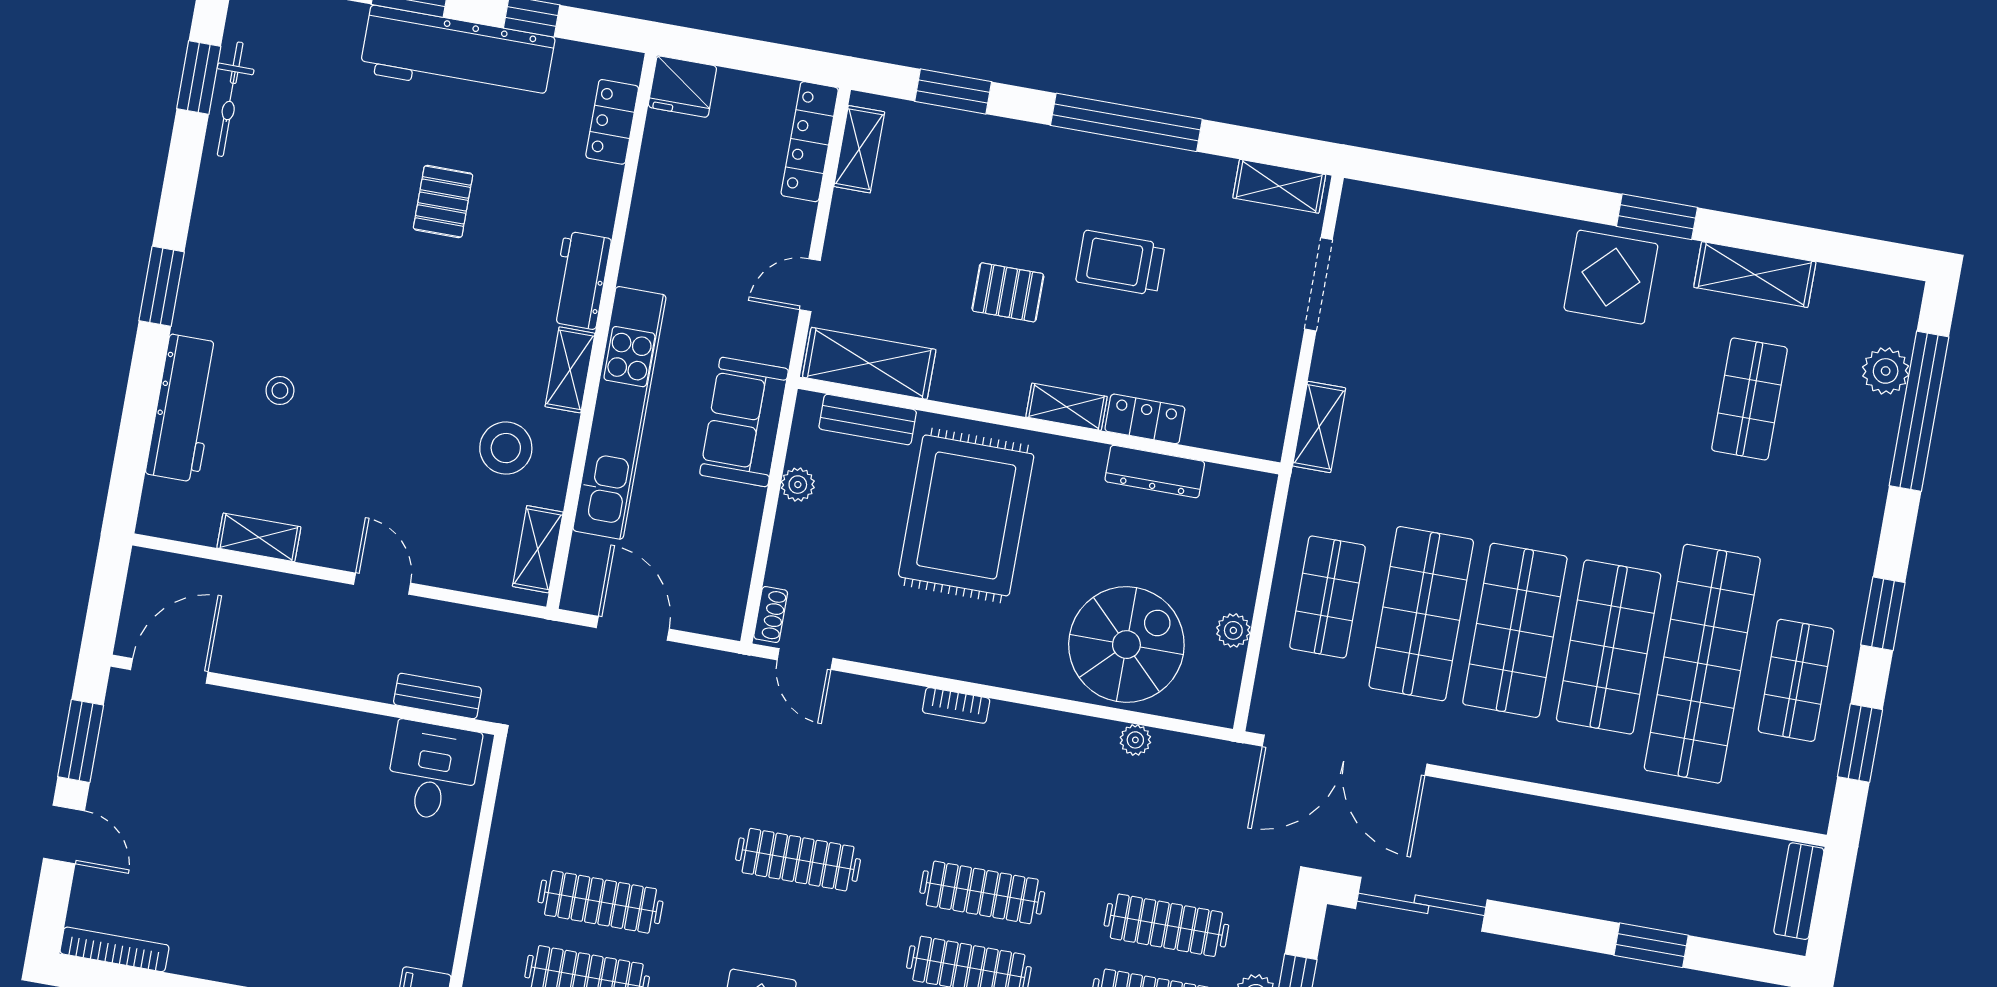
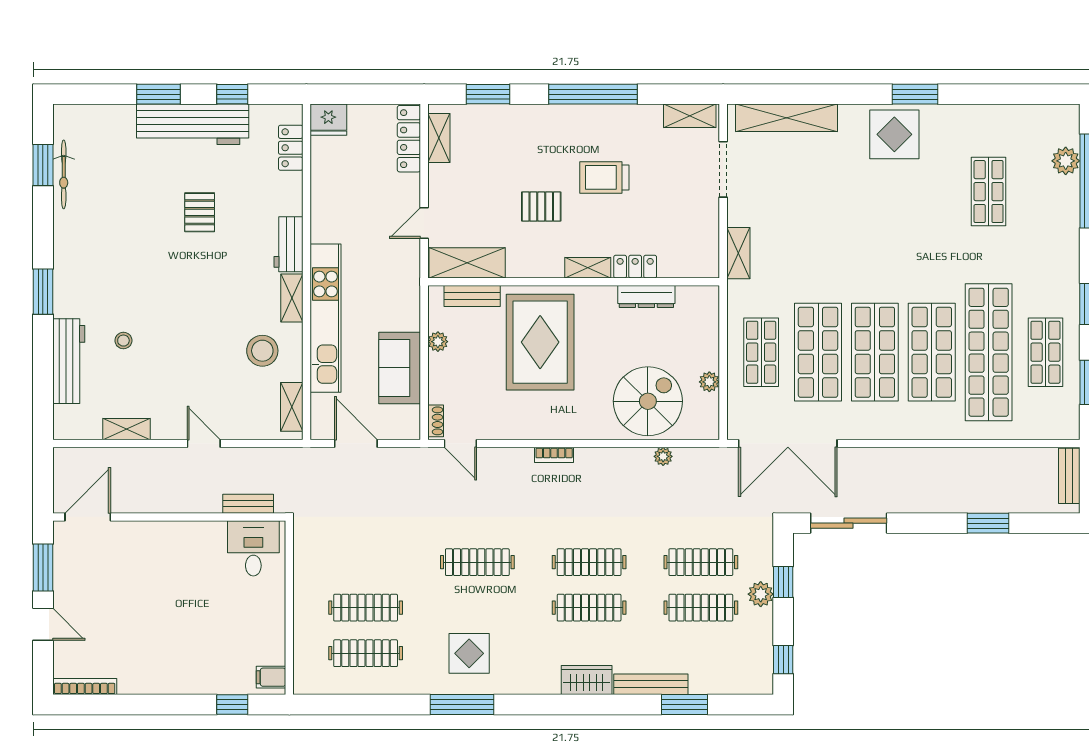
shelving: (1755, 275) -> (786, 118), moved, width x1.47
sofa: (744, 422) -> (400, 368), moved

